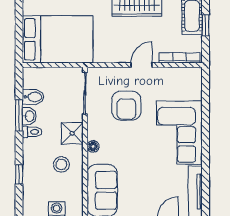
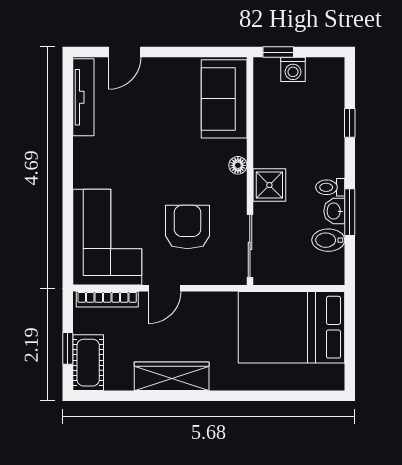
corner sofa: (179, 133) -> (107, 237), moved
stool: (61, 164) -> (286, 138), removed

